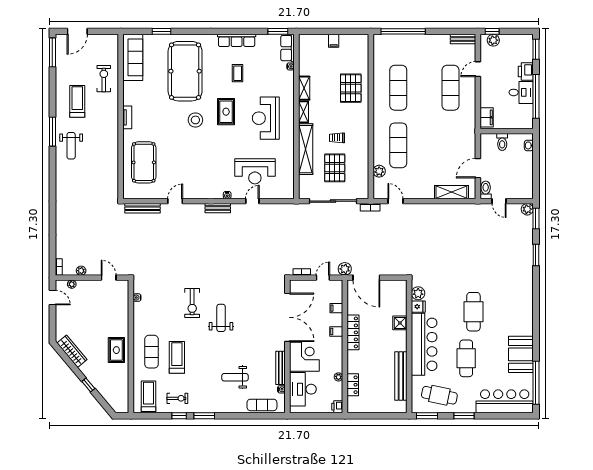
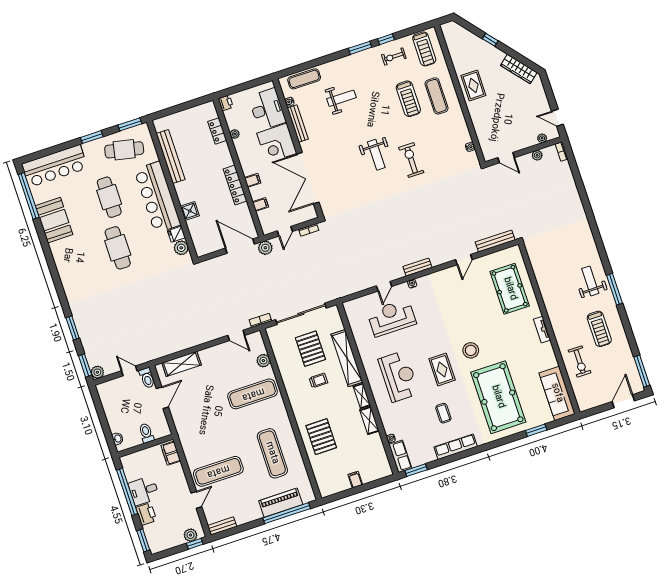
piano: (405, 42) -> (281, 503), added
exercise mat: (451, 88) -> (218, 471), turned 90
exercise mat: (398, 145) -> (253, 394), turned 90

